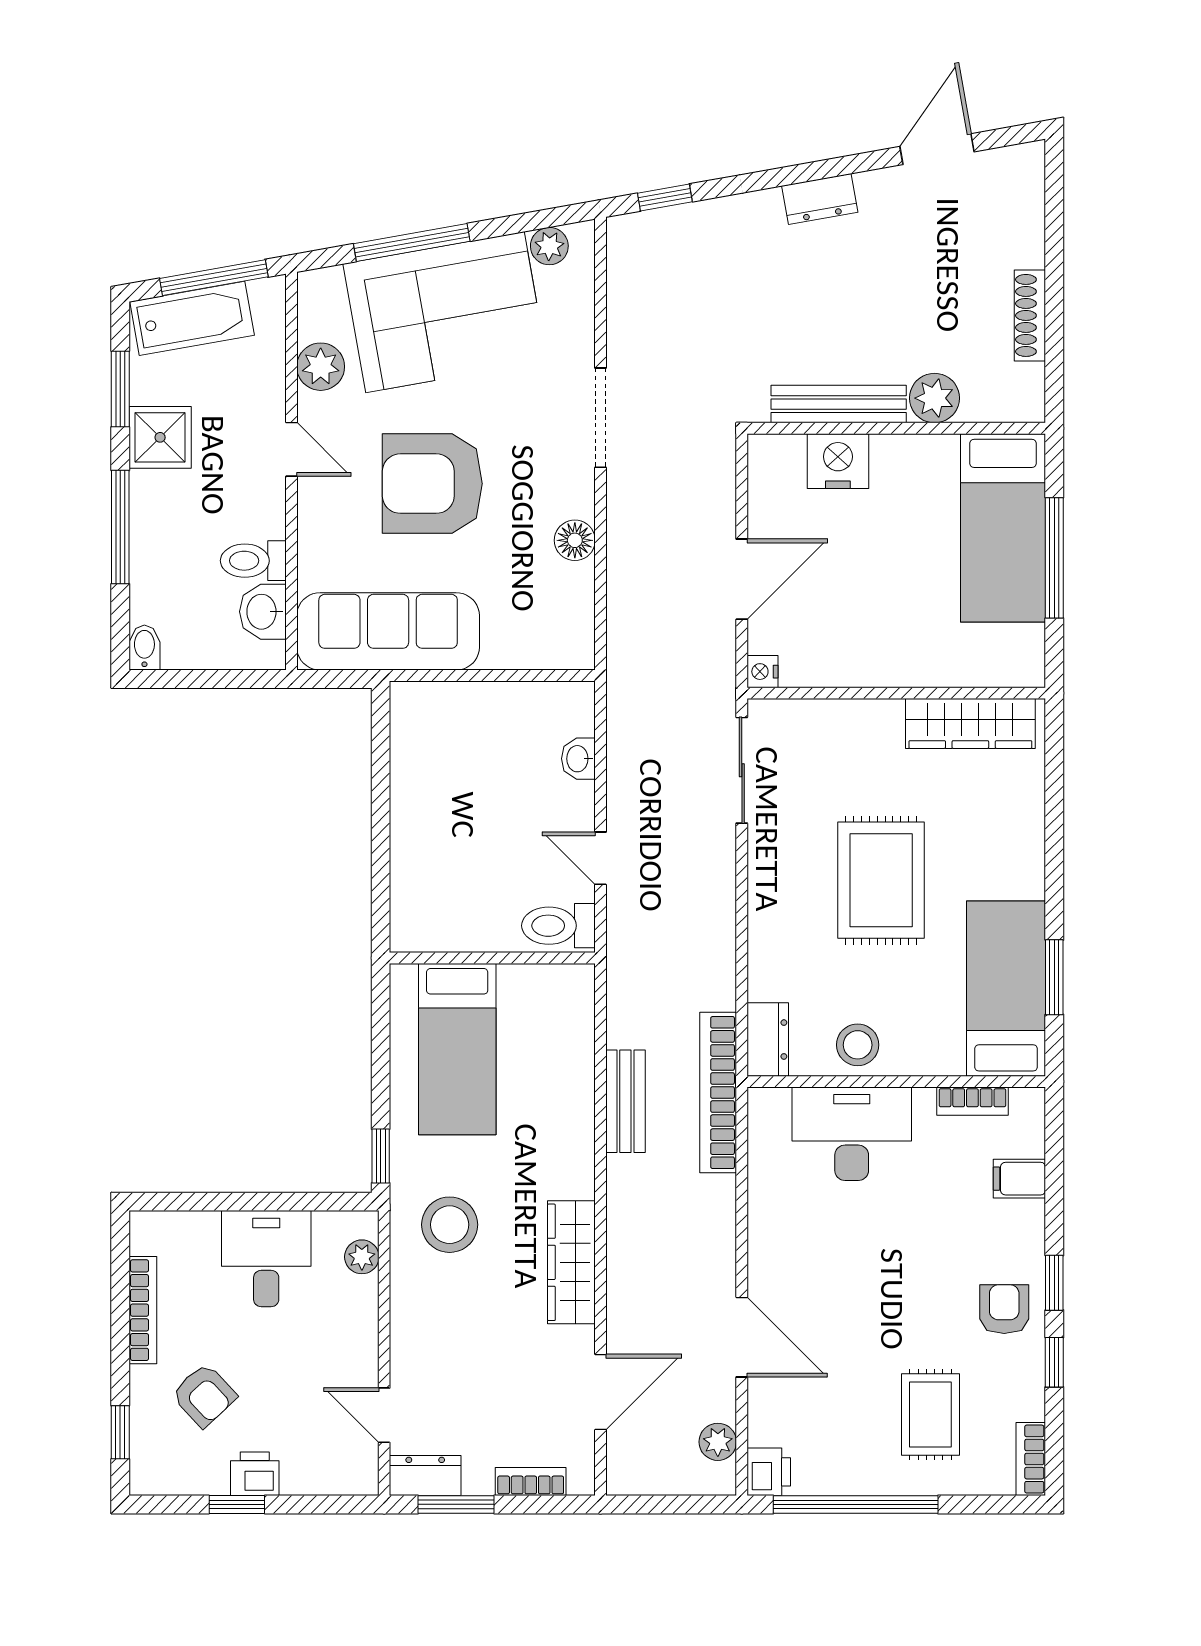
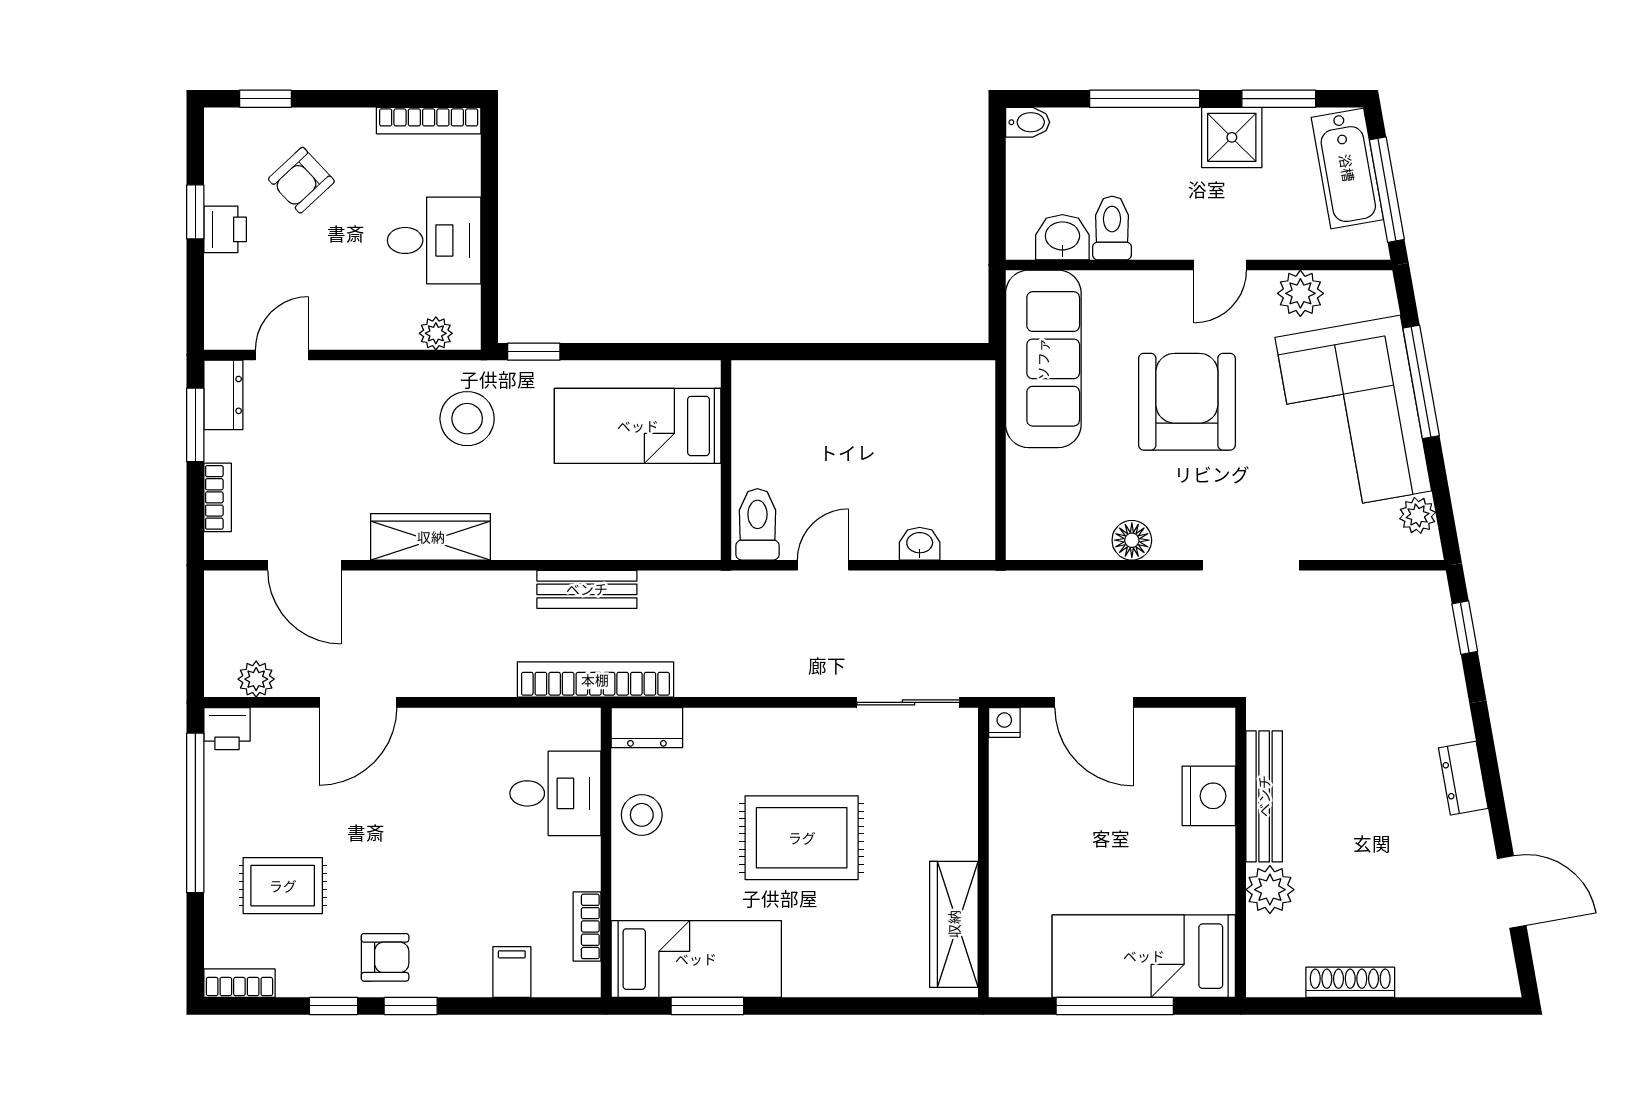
desk: (852, 1134) -> (555, 793), width x0.73
bookcase: (143, 1310) -> (429, 121), moved

